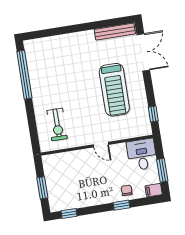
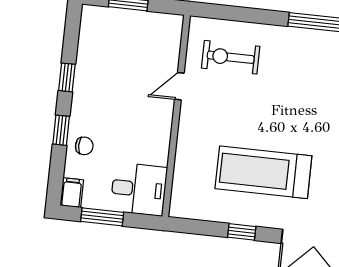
window: (153, 114) -> (242, 232), moved
door: (101, 145) -> (179, 86), moved
window: (69, 214) -> (67, 77), moved

